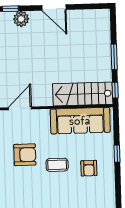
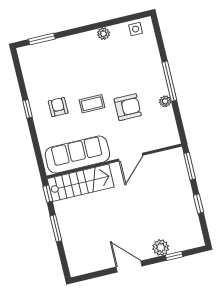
door: (20, 108) -> (131, 157), moved
window: (117, 154) -> (27, 109), moved
armchair: (25, 155) -> (128, 107), turned 180

